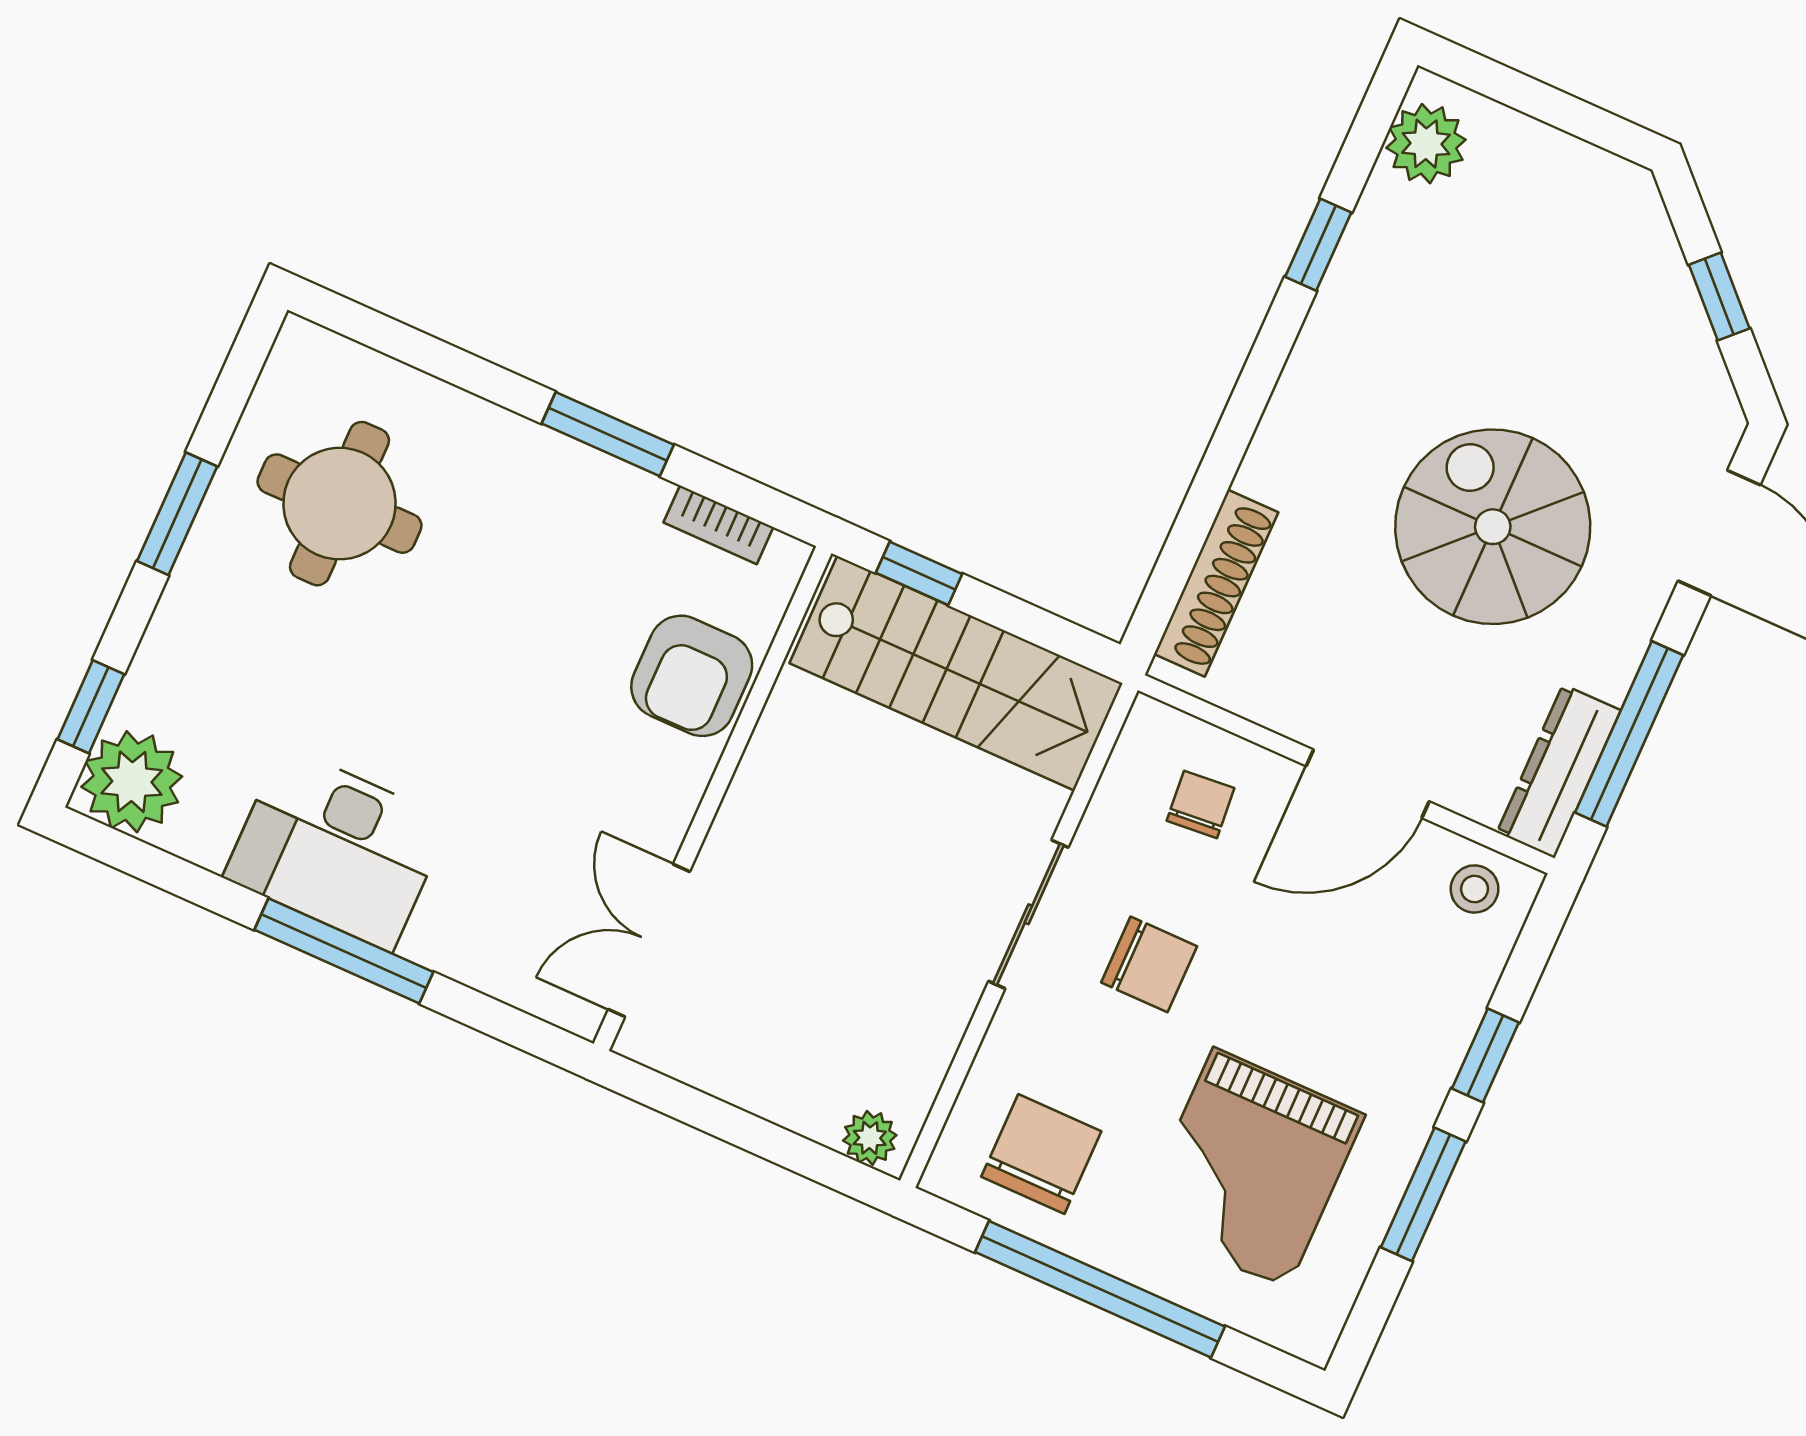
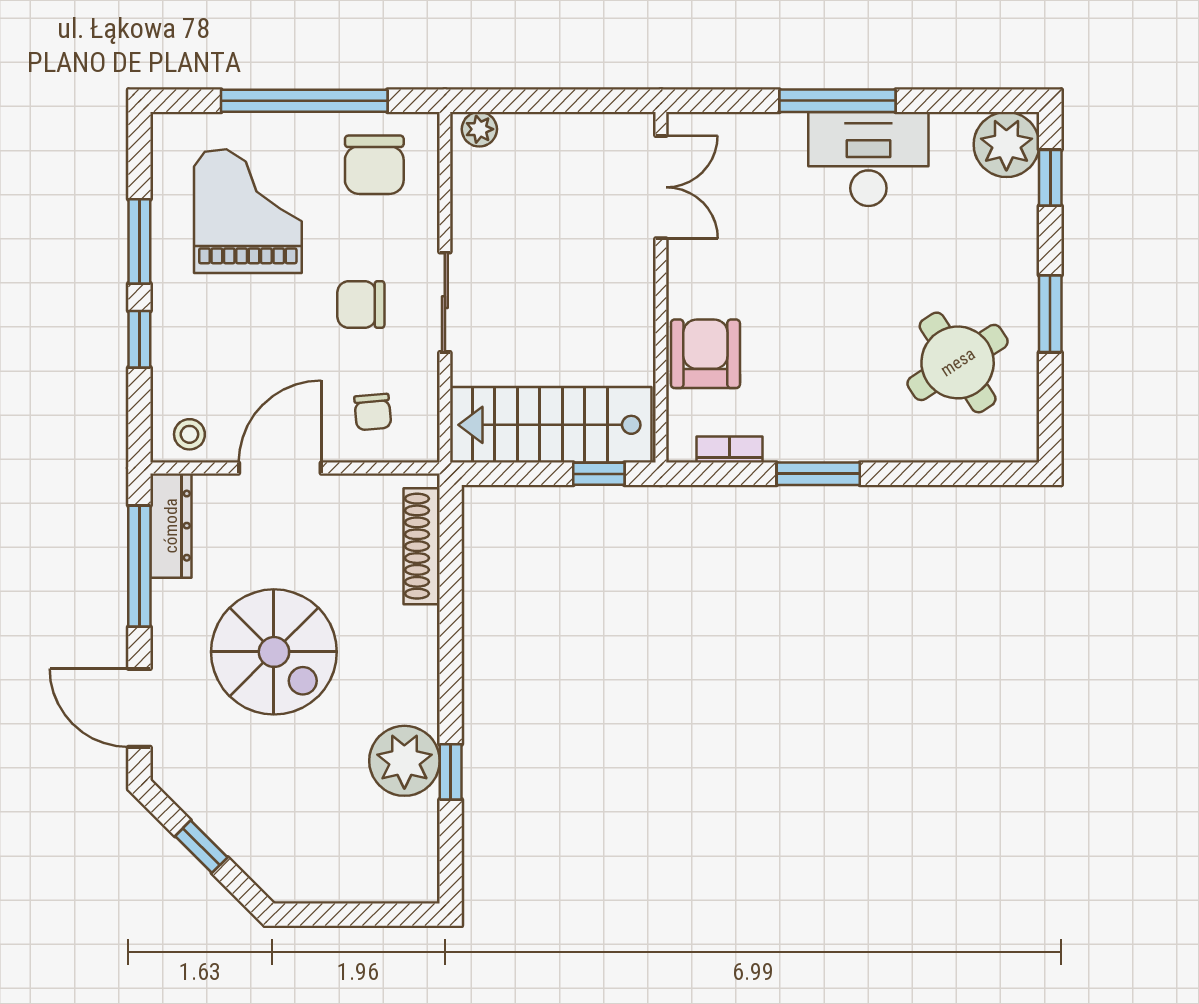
plant: (1426, 144) -> (404, 761), moved, width x1.36, depth x1.36
round table: (339, 504) -> (958, 362), turned -33

